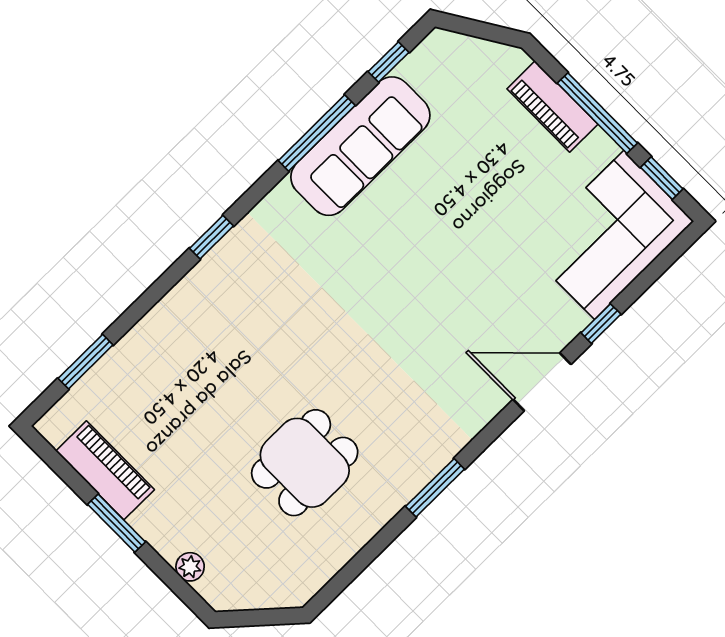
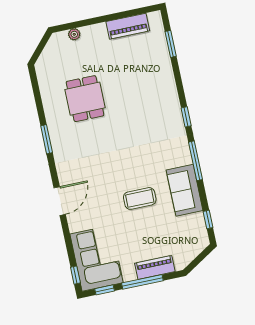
window: (317, 133) -> (195, 161), moved
sofa: (360, 146) -> (185, 190), width x0.73
coffee table: (434, 225) -> (140, 198), added
window: (601, 324) -> (75, 275), moved
window: (116, 523) -> (106, 18), removed

